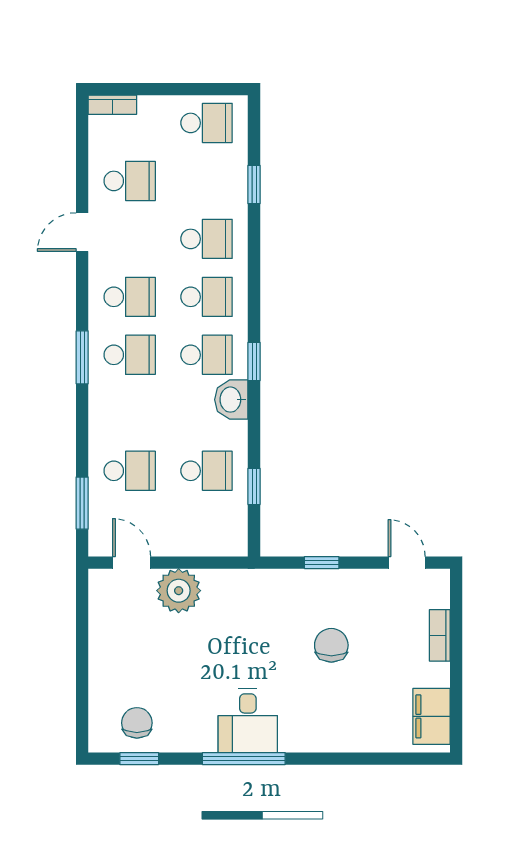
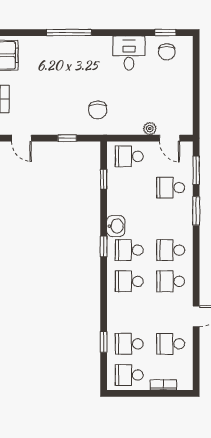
bookcase: (112, 105) -> (163, 385), moved
school desk: (206, 239) -> (129, 344), moved
window: (82, 357) -> (196, 211), moved
school desk: (206, 471) -> (129, 156), moved
plant: (179, 591) -> (150, 129), width x0.53, depth x0.53
chair: (331, 645) -> (98, 110), moved
desk: (248, 721) -> (129, 53), moved
window: (244, 759) -> (69, 33), moved

